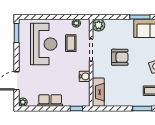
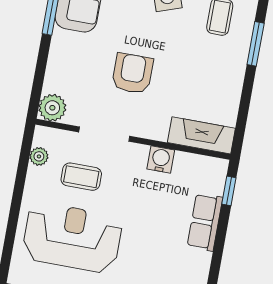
row of seats: (50, 101) -> (205, 222), moved

